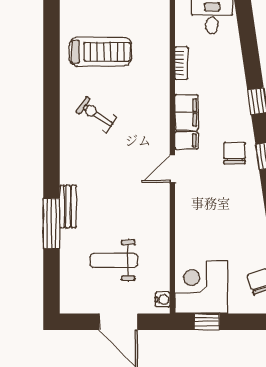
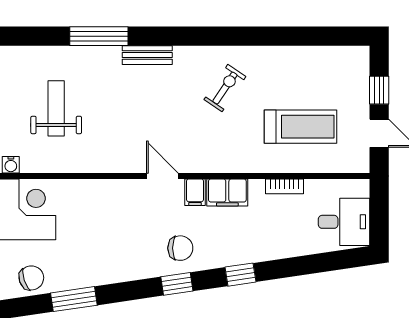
treadmill: (100, 52) -> (301, 127), moved, turned -90
bench: (68, 206) -> (147, 55), moved

